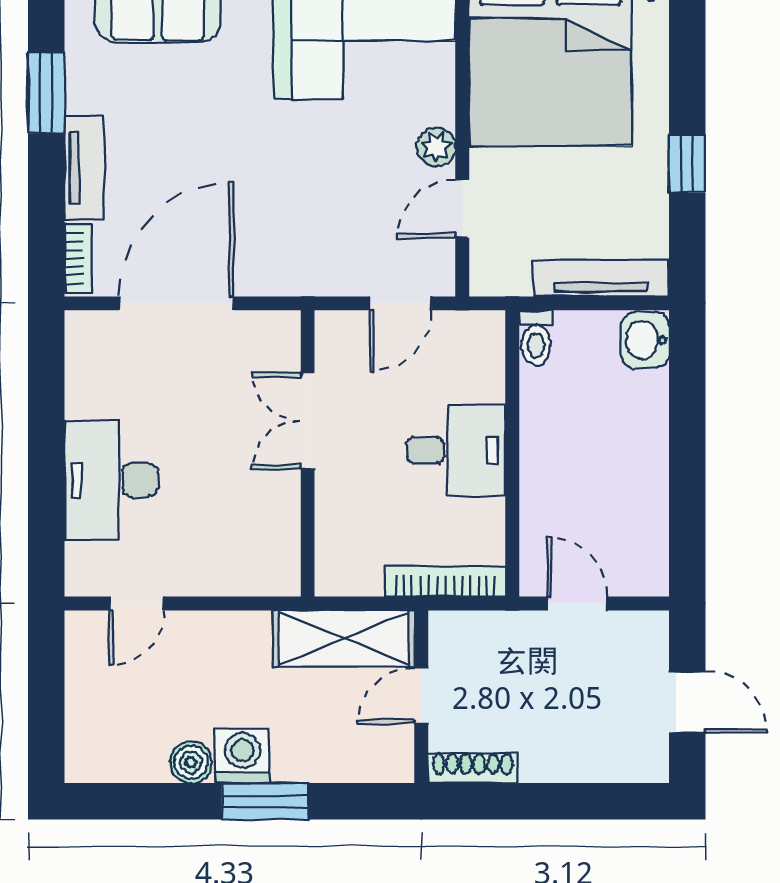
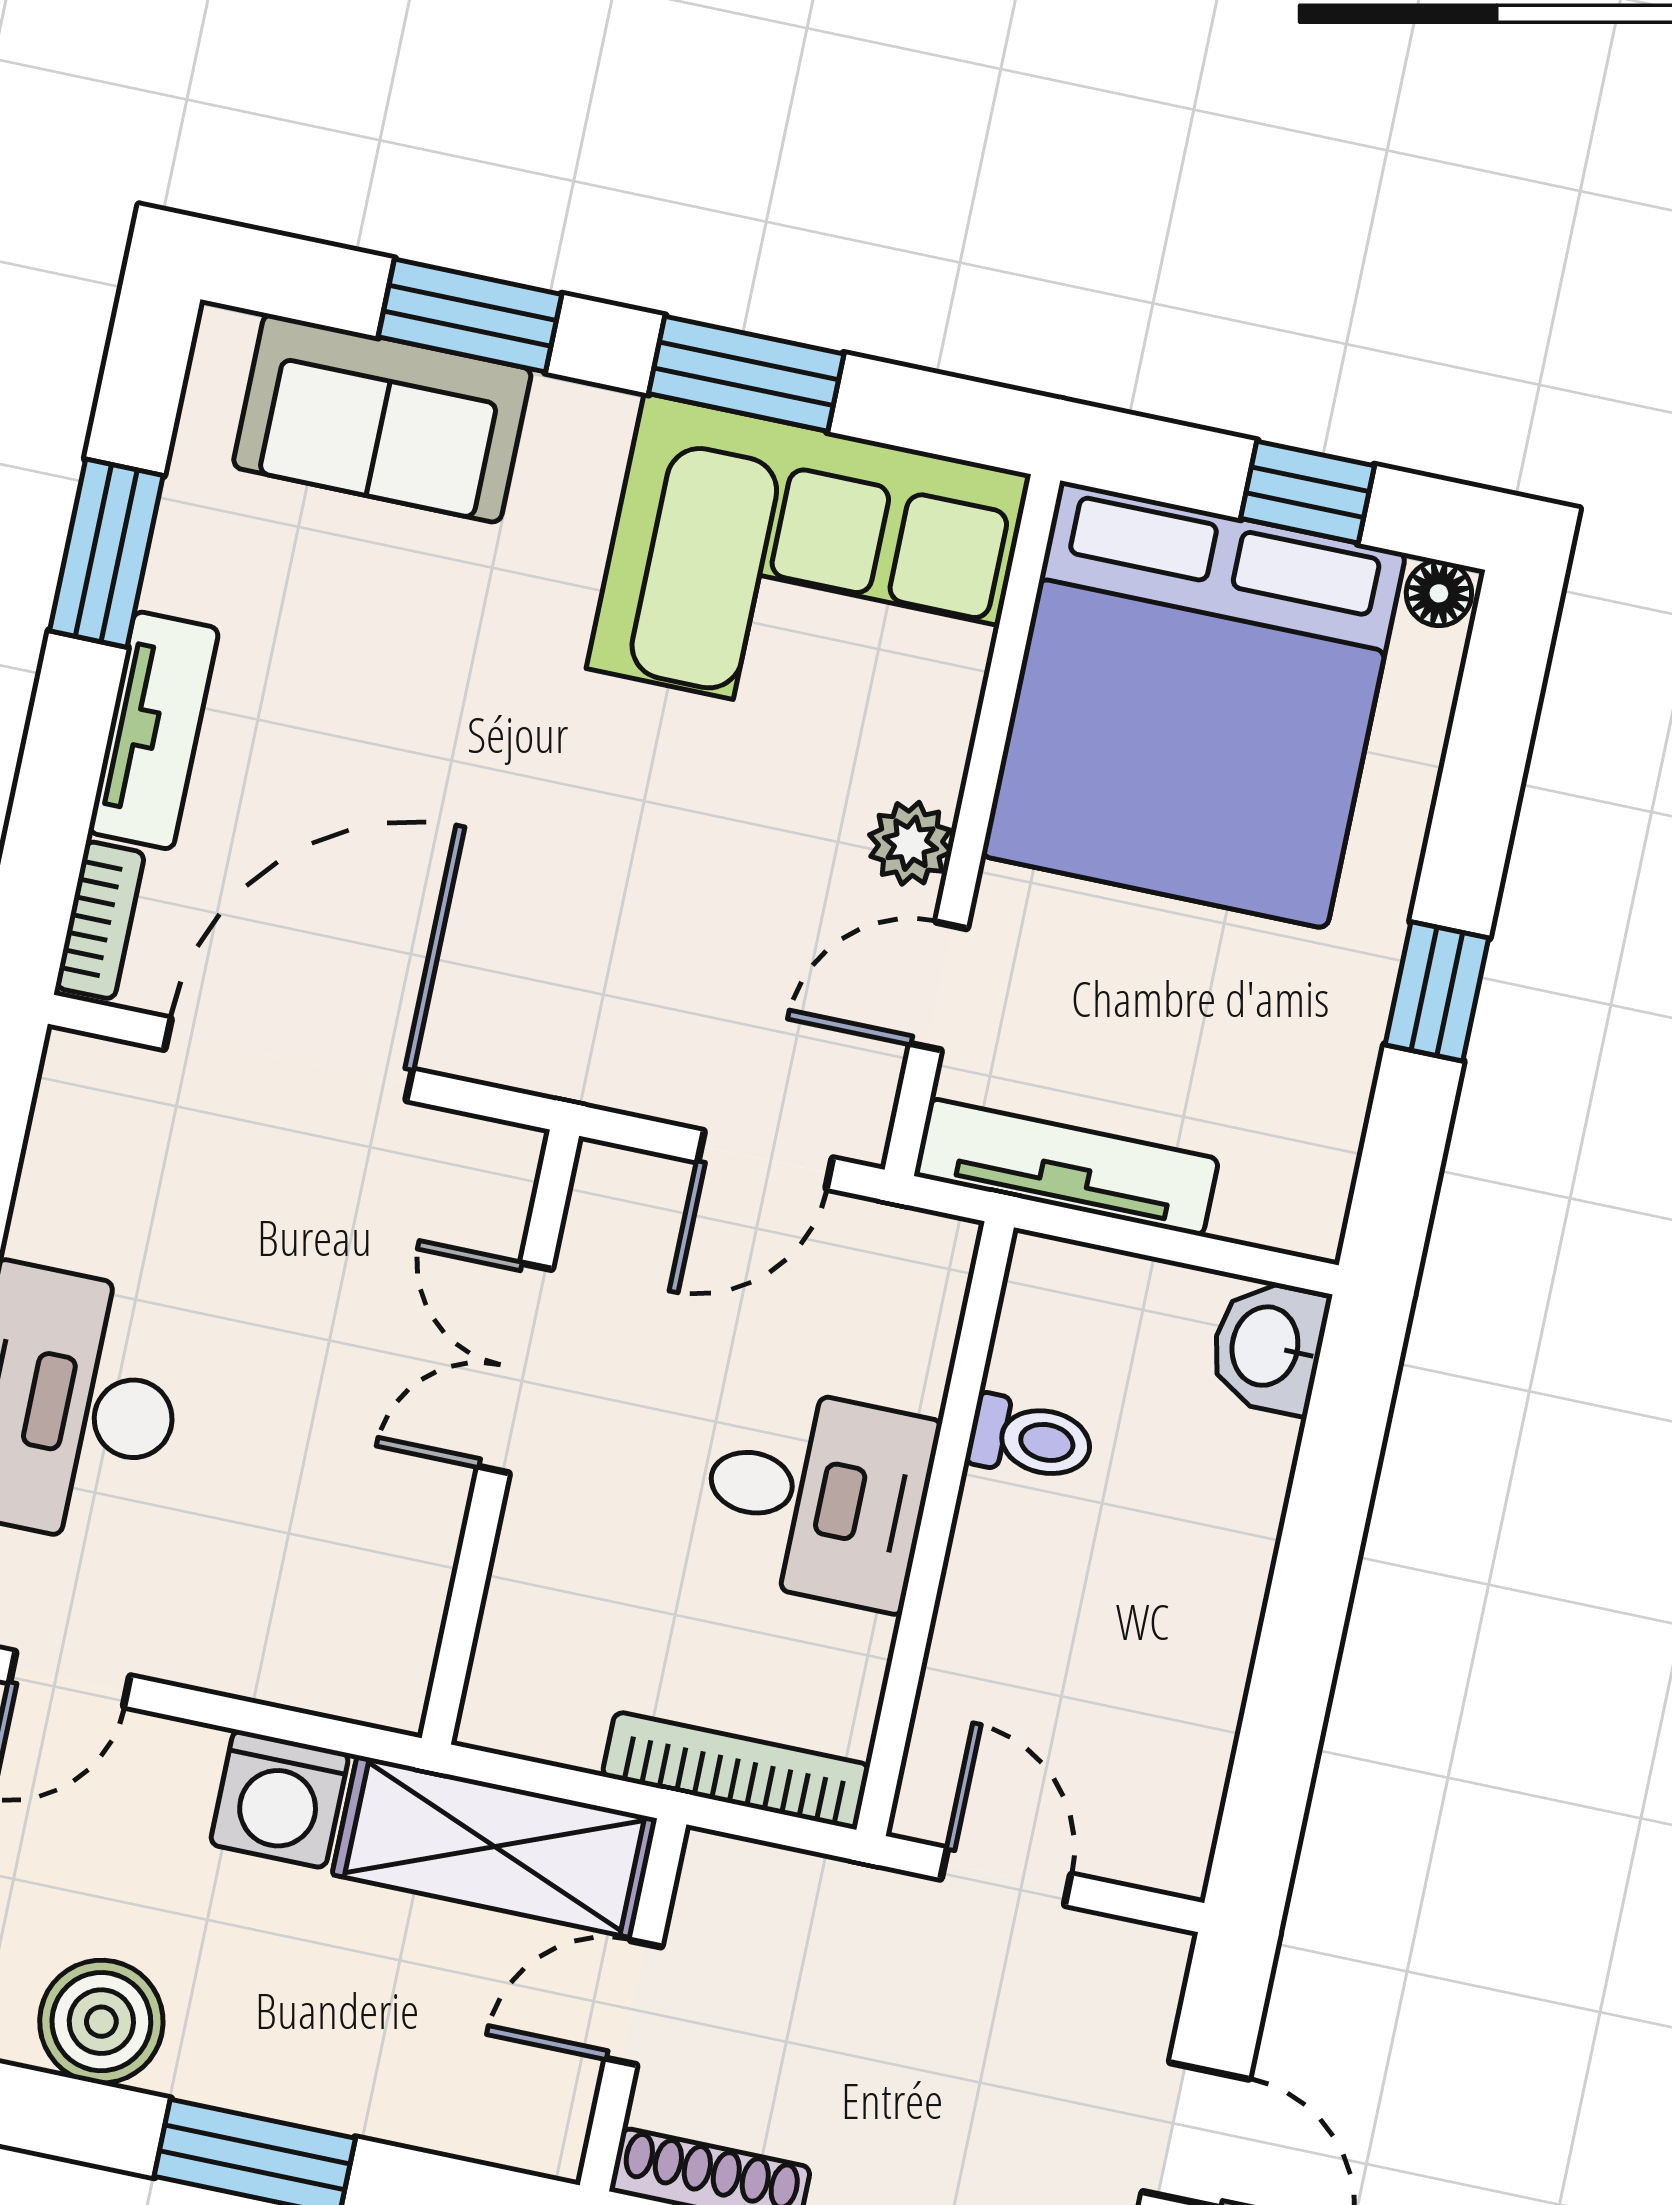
tv unit: (601, 278) -> (1066, 1167), moved
toilet: (536, 338) -> (1030, 1439), moved, turned -90
washing machine: (243, 756) -> (280, 1799), moved, turned 180
boiler: (191, 762) -> (101, 2022), width x1.36, depth x1.36

